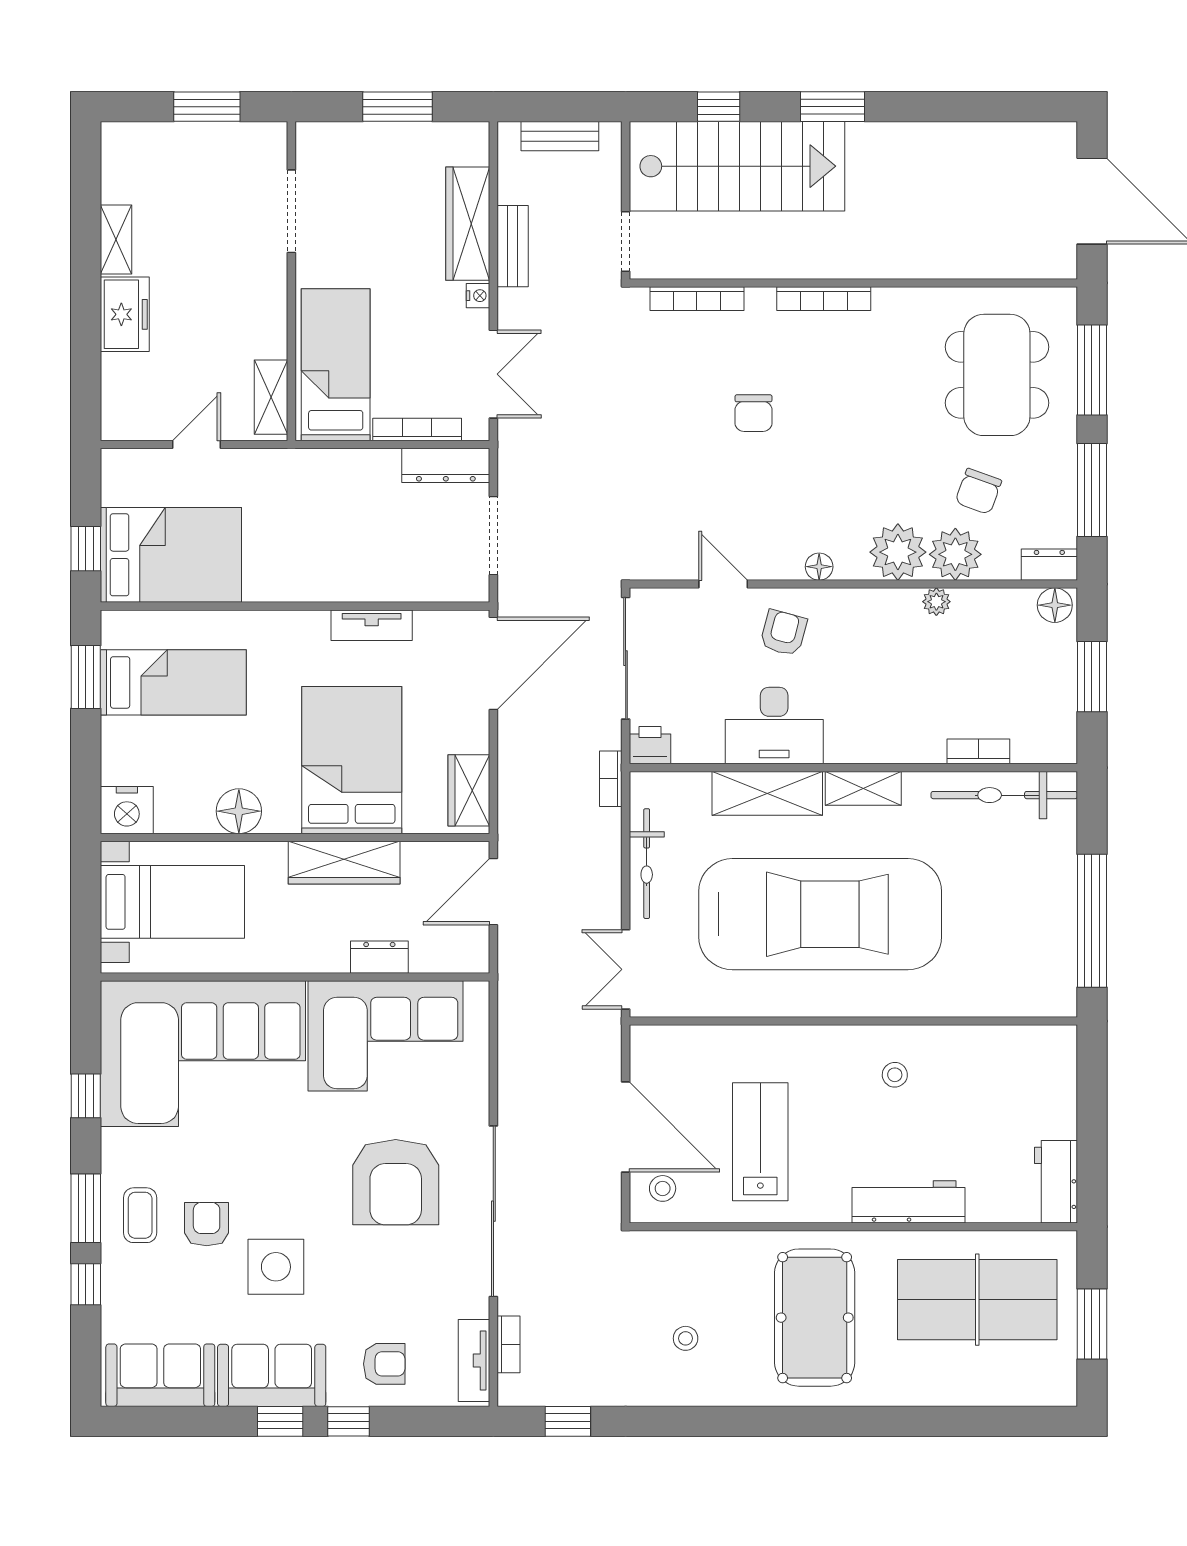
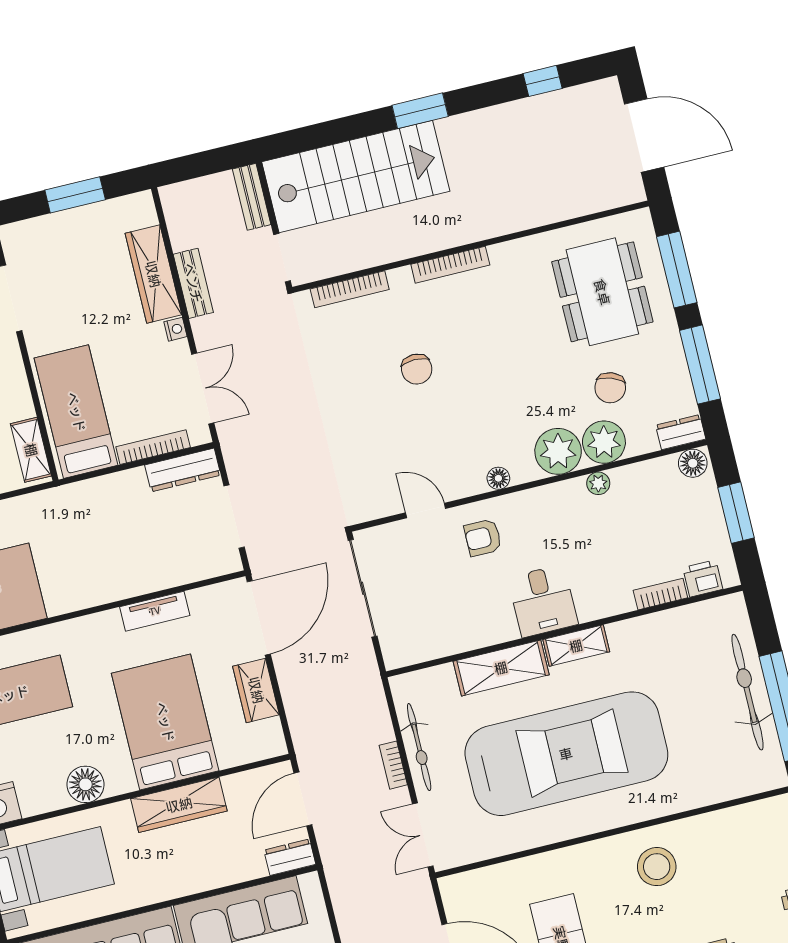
window: (719, 107) -> (543, 81), moved
bench: (560, 136) -> (252, 197), moved, turned 90
armchair: (783, 633) -> (483, 538), turned -105
desk: (774, 726) -> (543, 601), moved, width x0.73
printer: (650, 745) -> (703, 578), moved
bookcase: (611, 779) -> (393, 765), moved
wardrobe: (469, 790) -> (256, 690), moved
bicycle: (1004, 795) -> (748, 692), moved, turned 90
dresser: (379, 957) -> (290, 857), moved
stool: (895, 1075) -> (657, 867), width x1.89, depth x1.89

